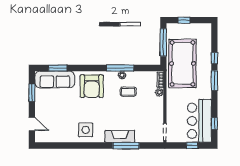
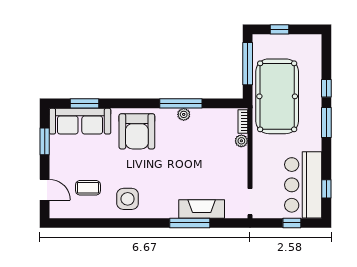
coffee table: (128, 92) -> (88, 188), moved
fireplace: (120, 136) -> (202, 209), moved

